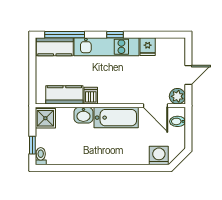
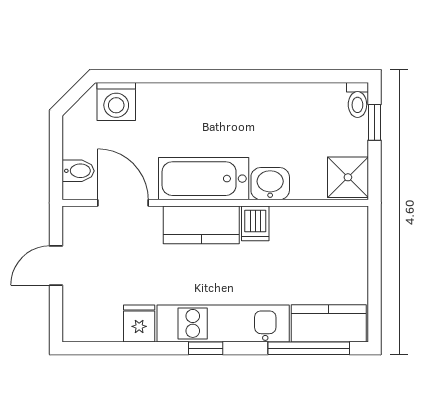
kitchen counter: (64, 95) -> (201, 225), moved
plant: (177, 96) -> (78, 222), removed

